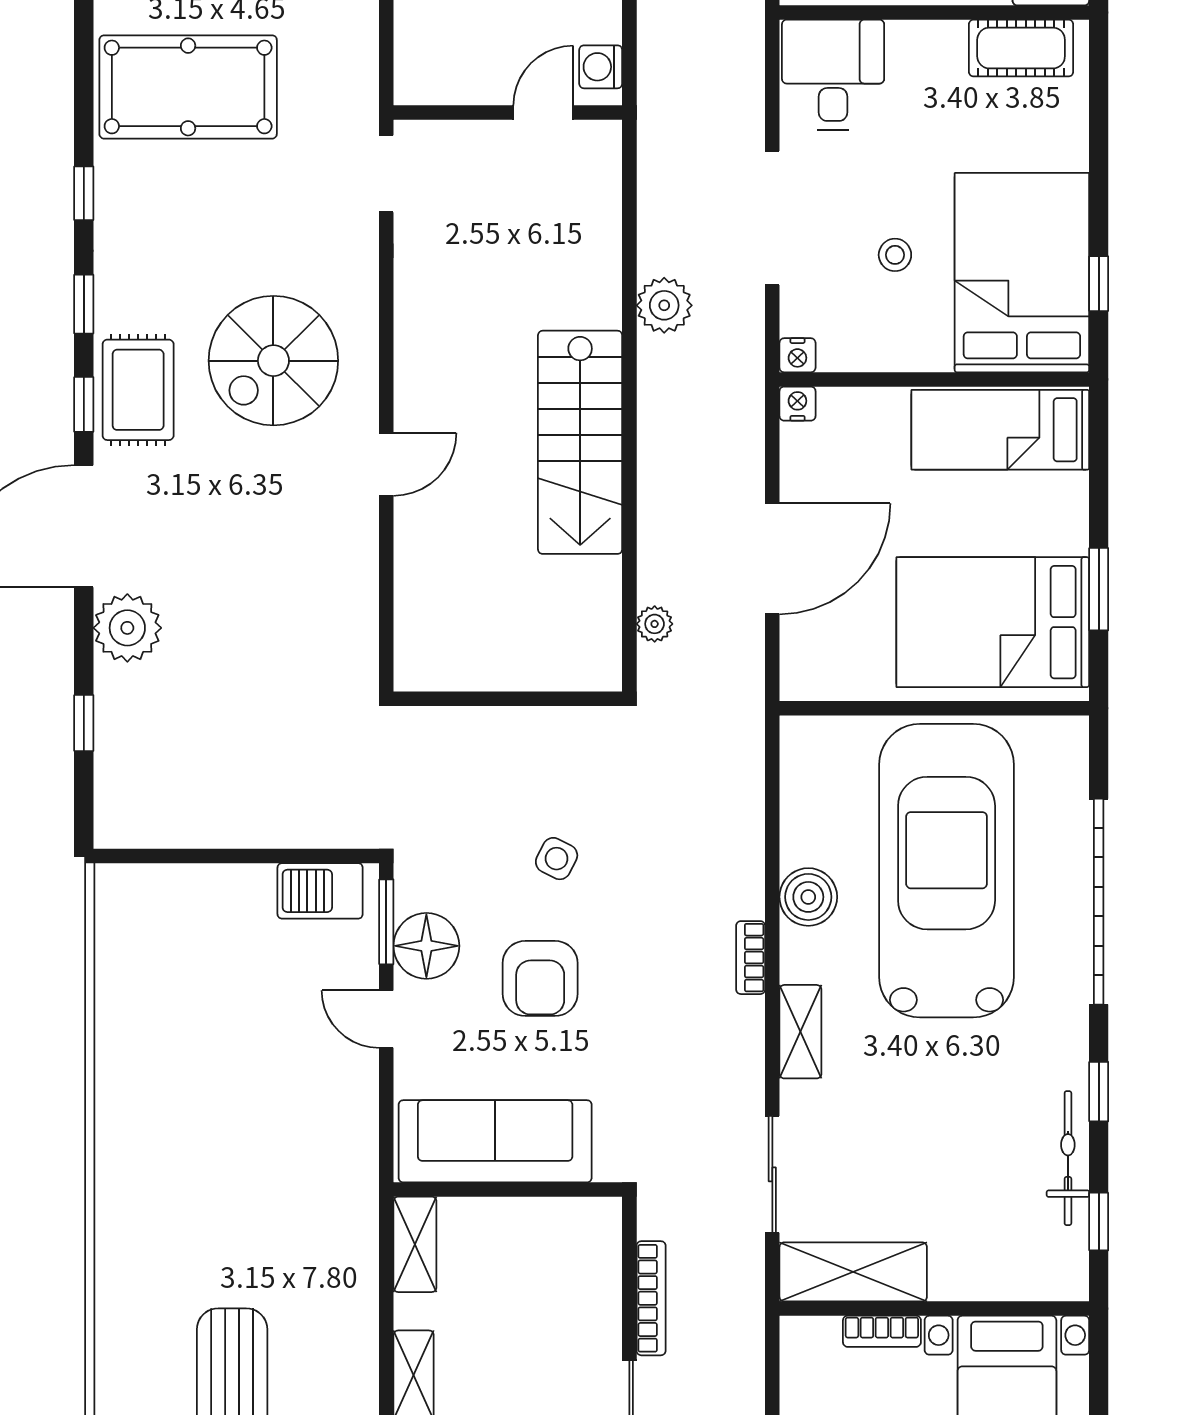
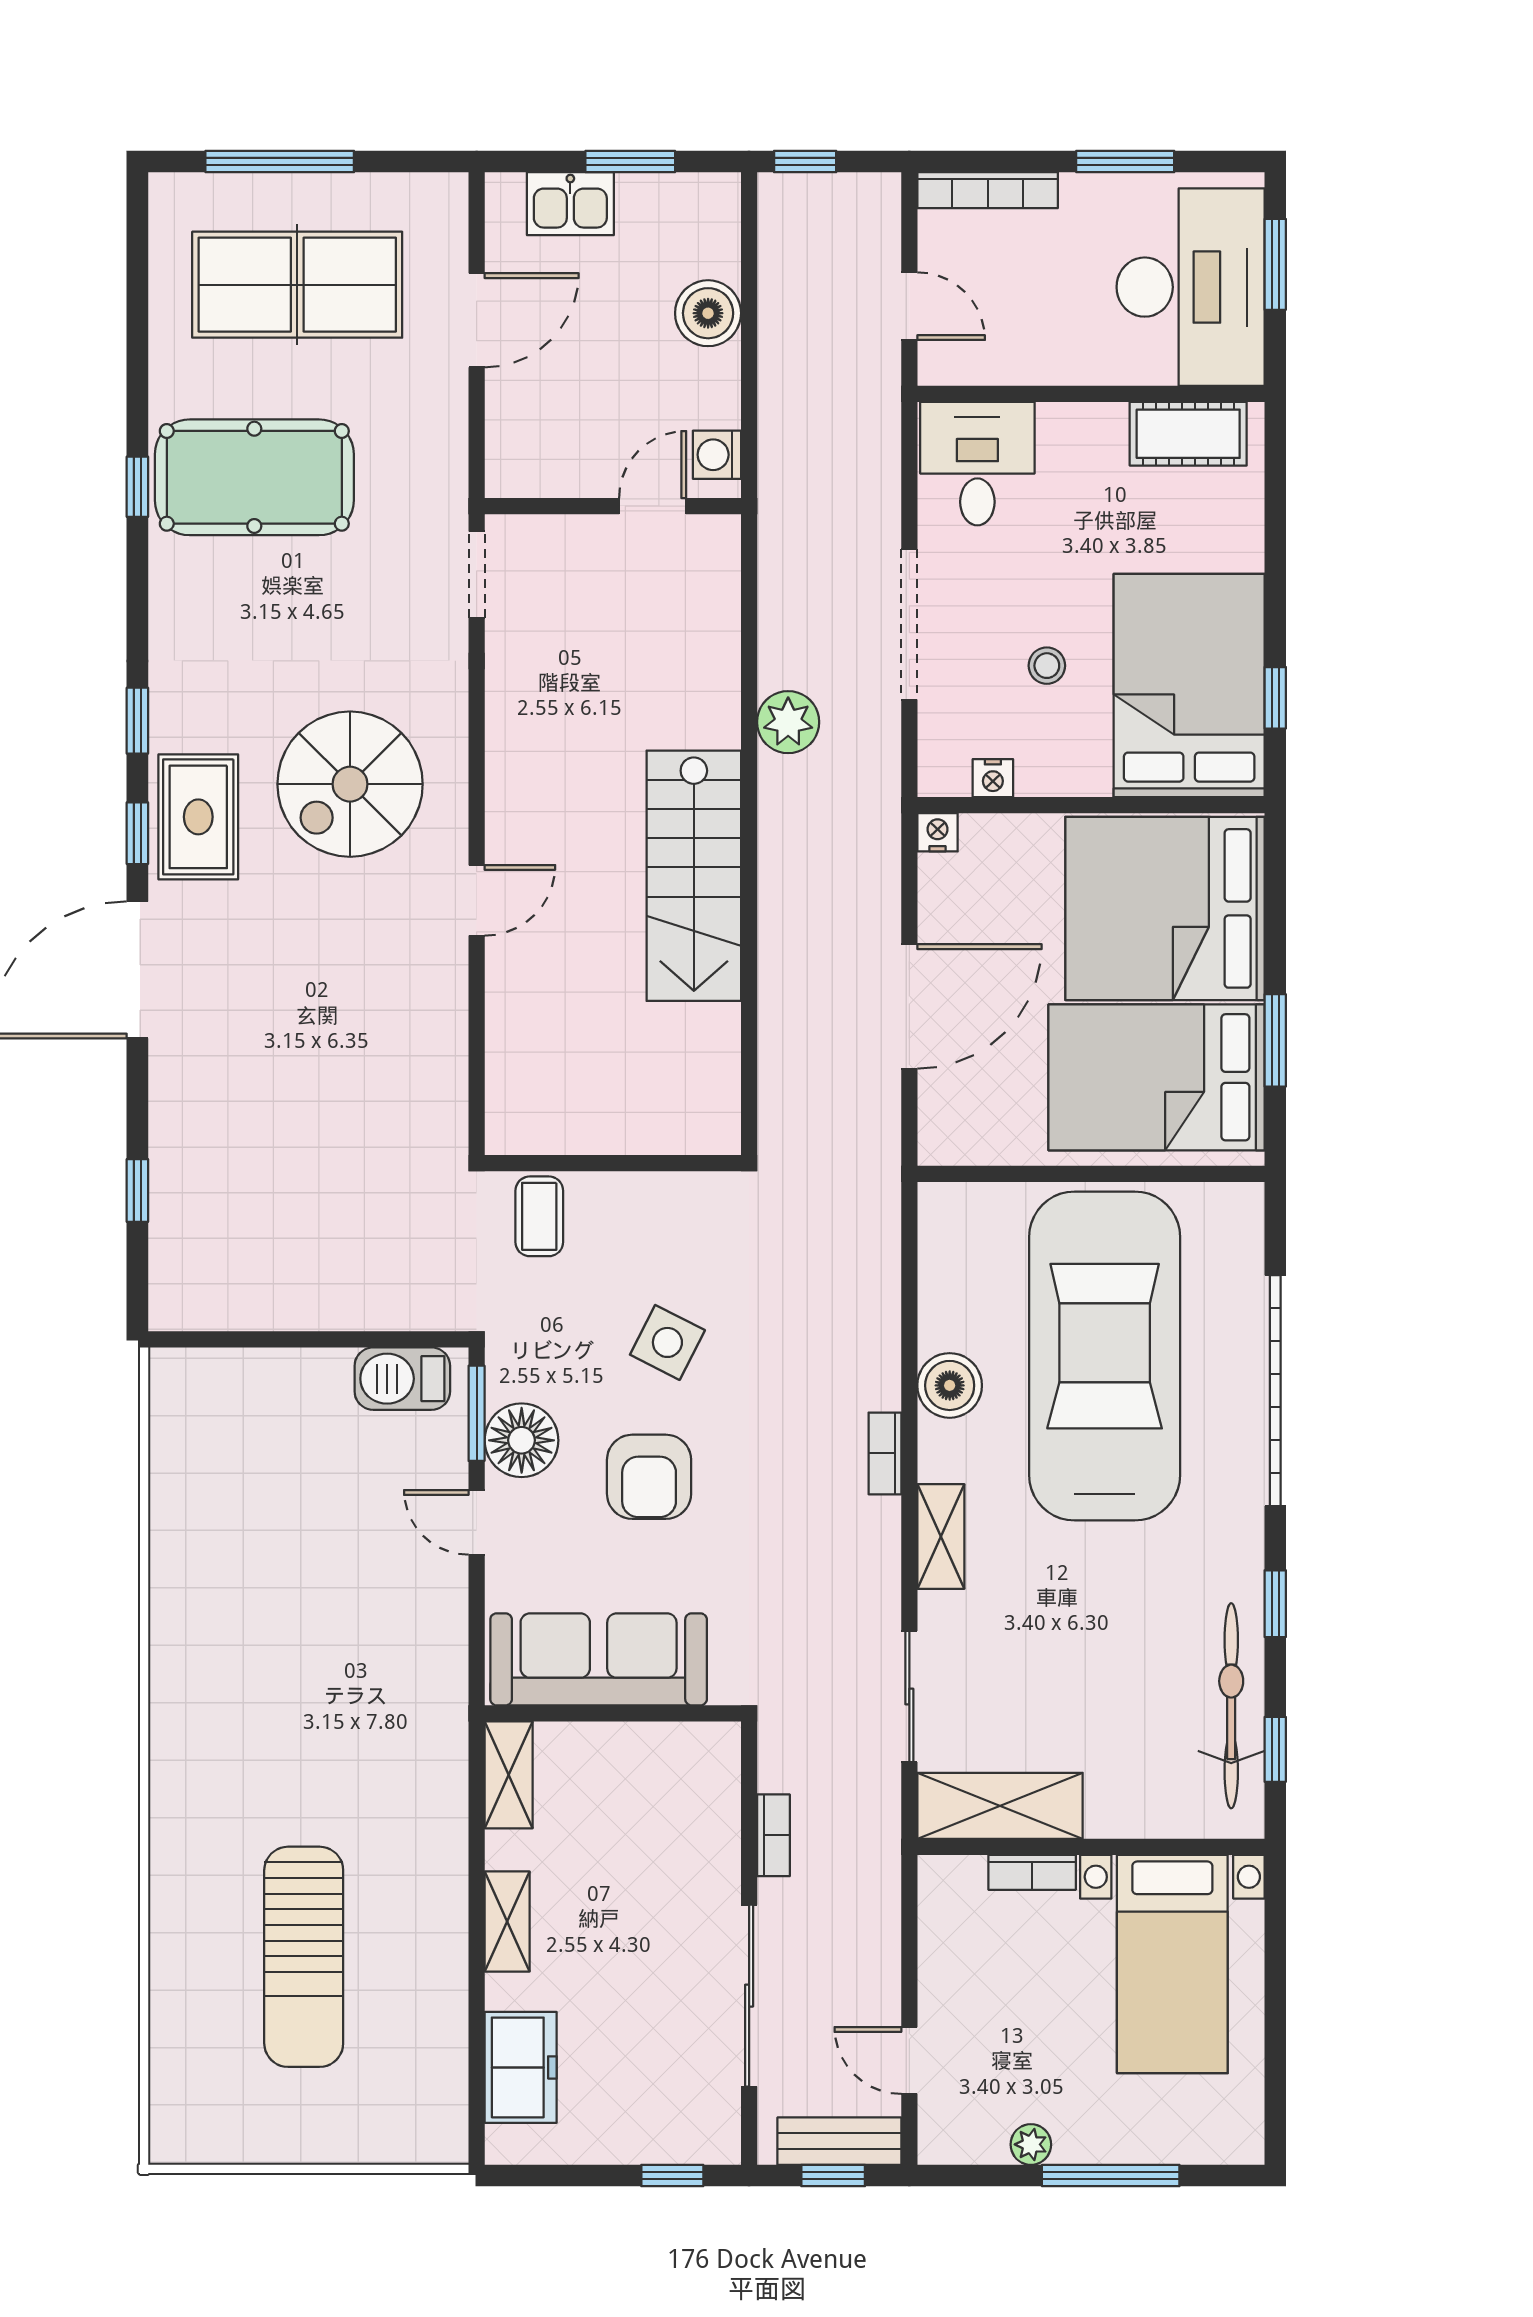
window: (84, 193) -> (137, 487), moved
nightstand: (797, 355) -> (993, 778), moved
bed: (1000, 430) -> (1165, 908), width x2.04
plant: (655, 624) -> (777, 1079), removed
plant: (127, 628) -> (186, 1084), removed
coffee table: (442, 746) -> (539, 1216), added
side table: (557, 859) -> (667, 1342), width x1.37, depth x1.37
bicycle: (1068, 1158) -> (1231, 1706), width x1.37, depth x1.40
bookcase: (651, 1298) -> (773, 1835), width x0.64

